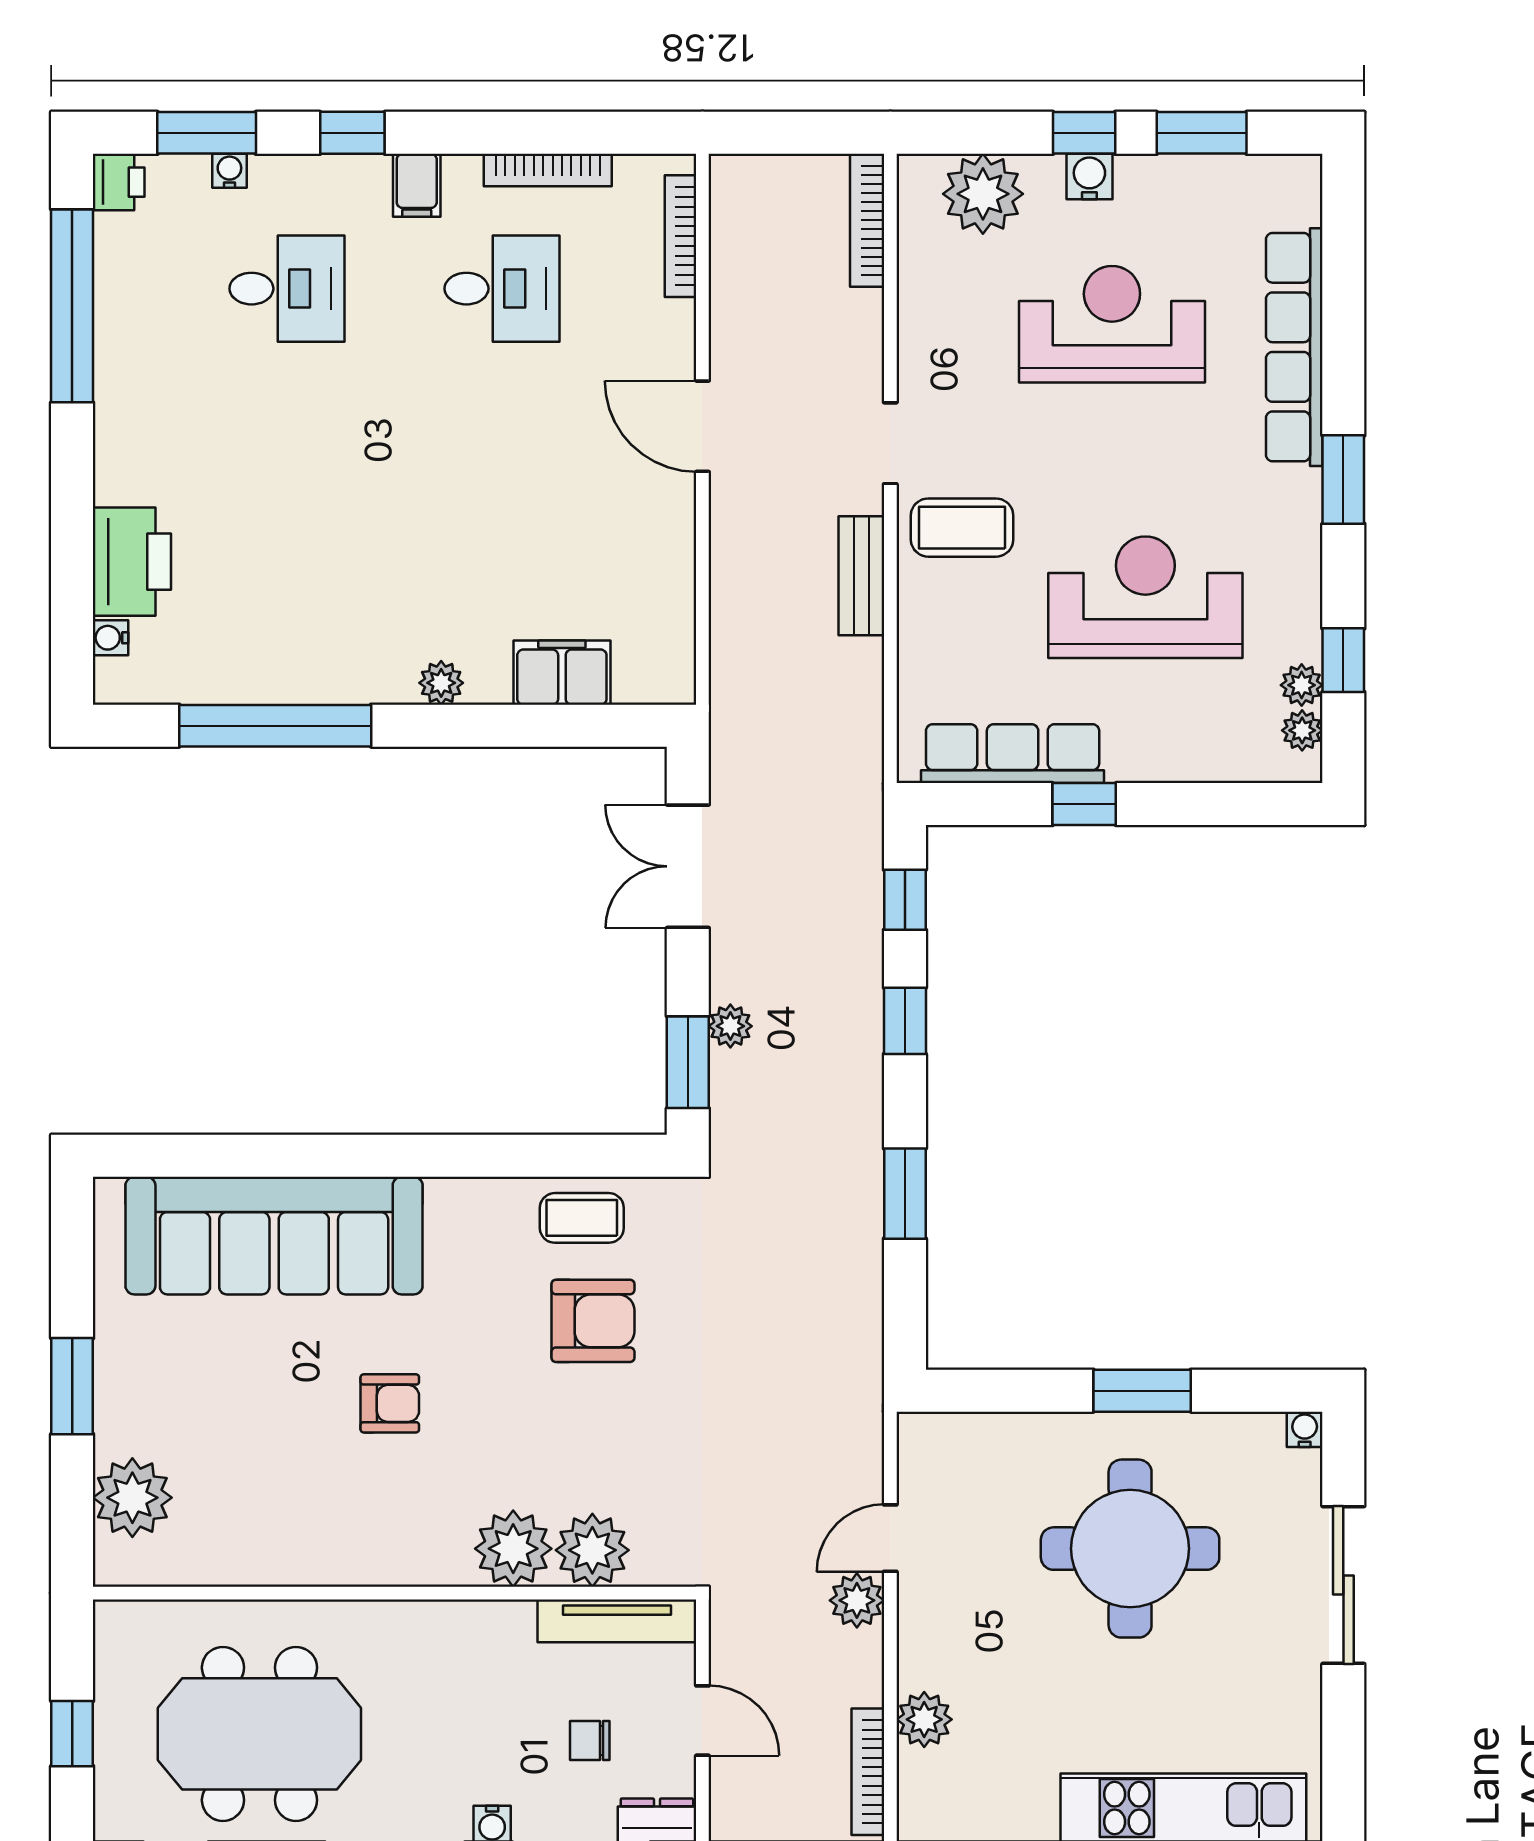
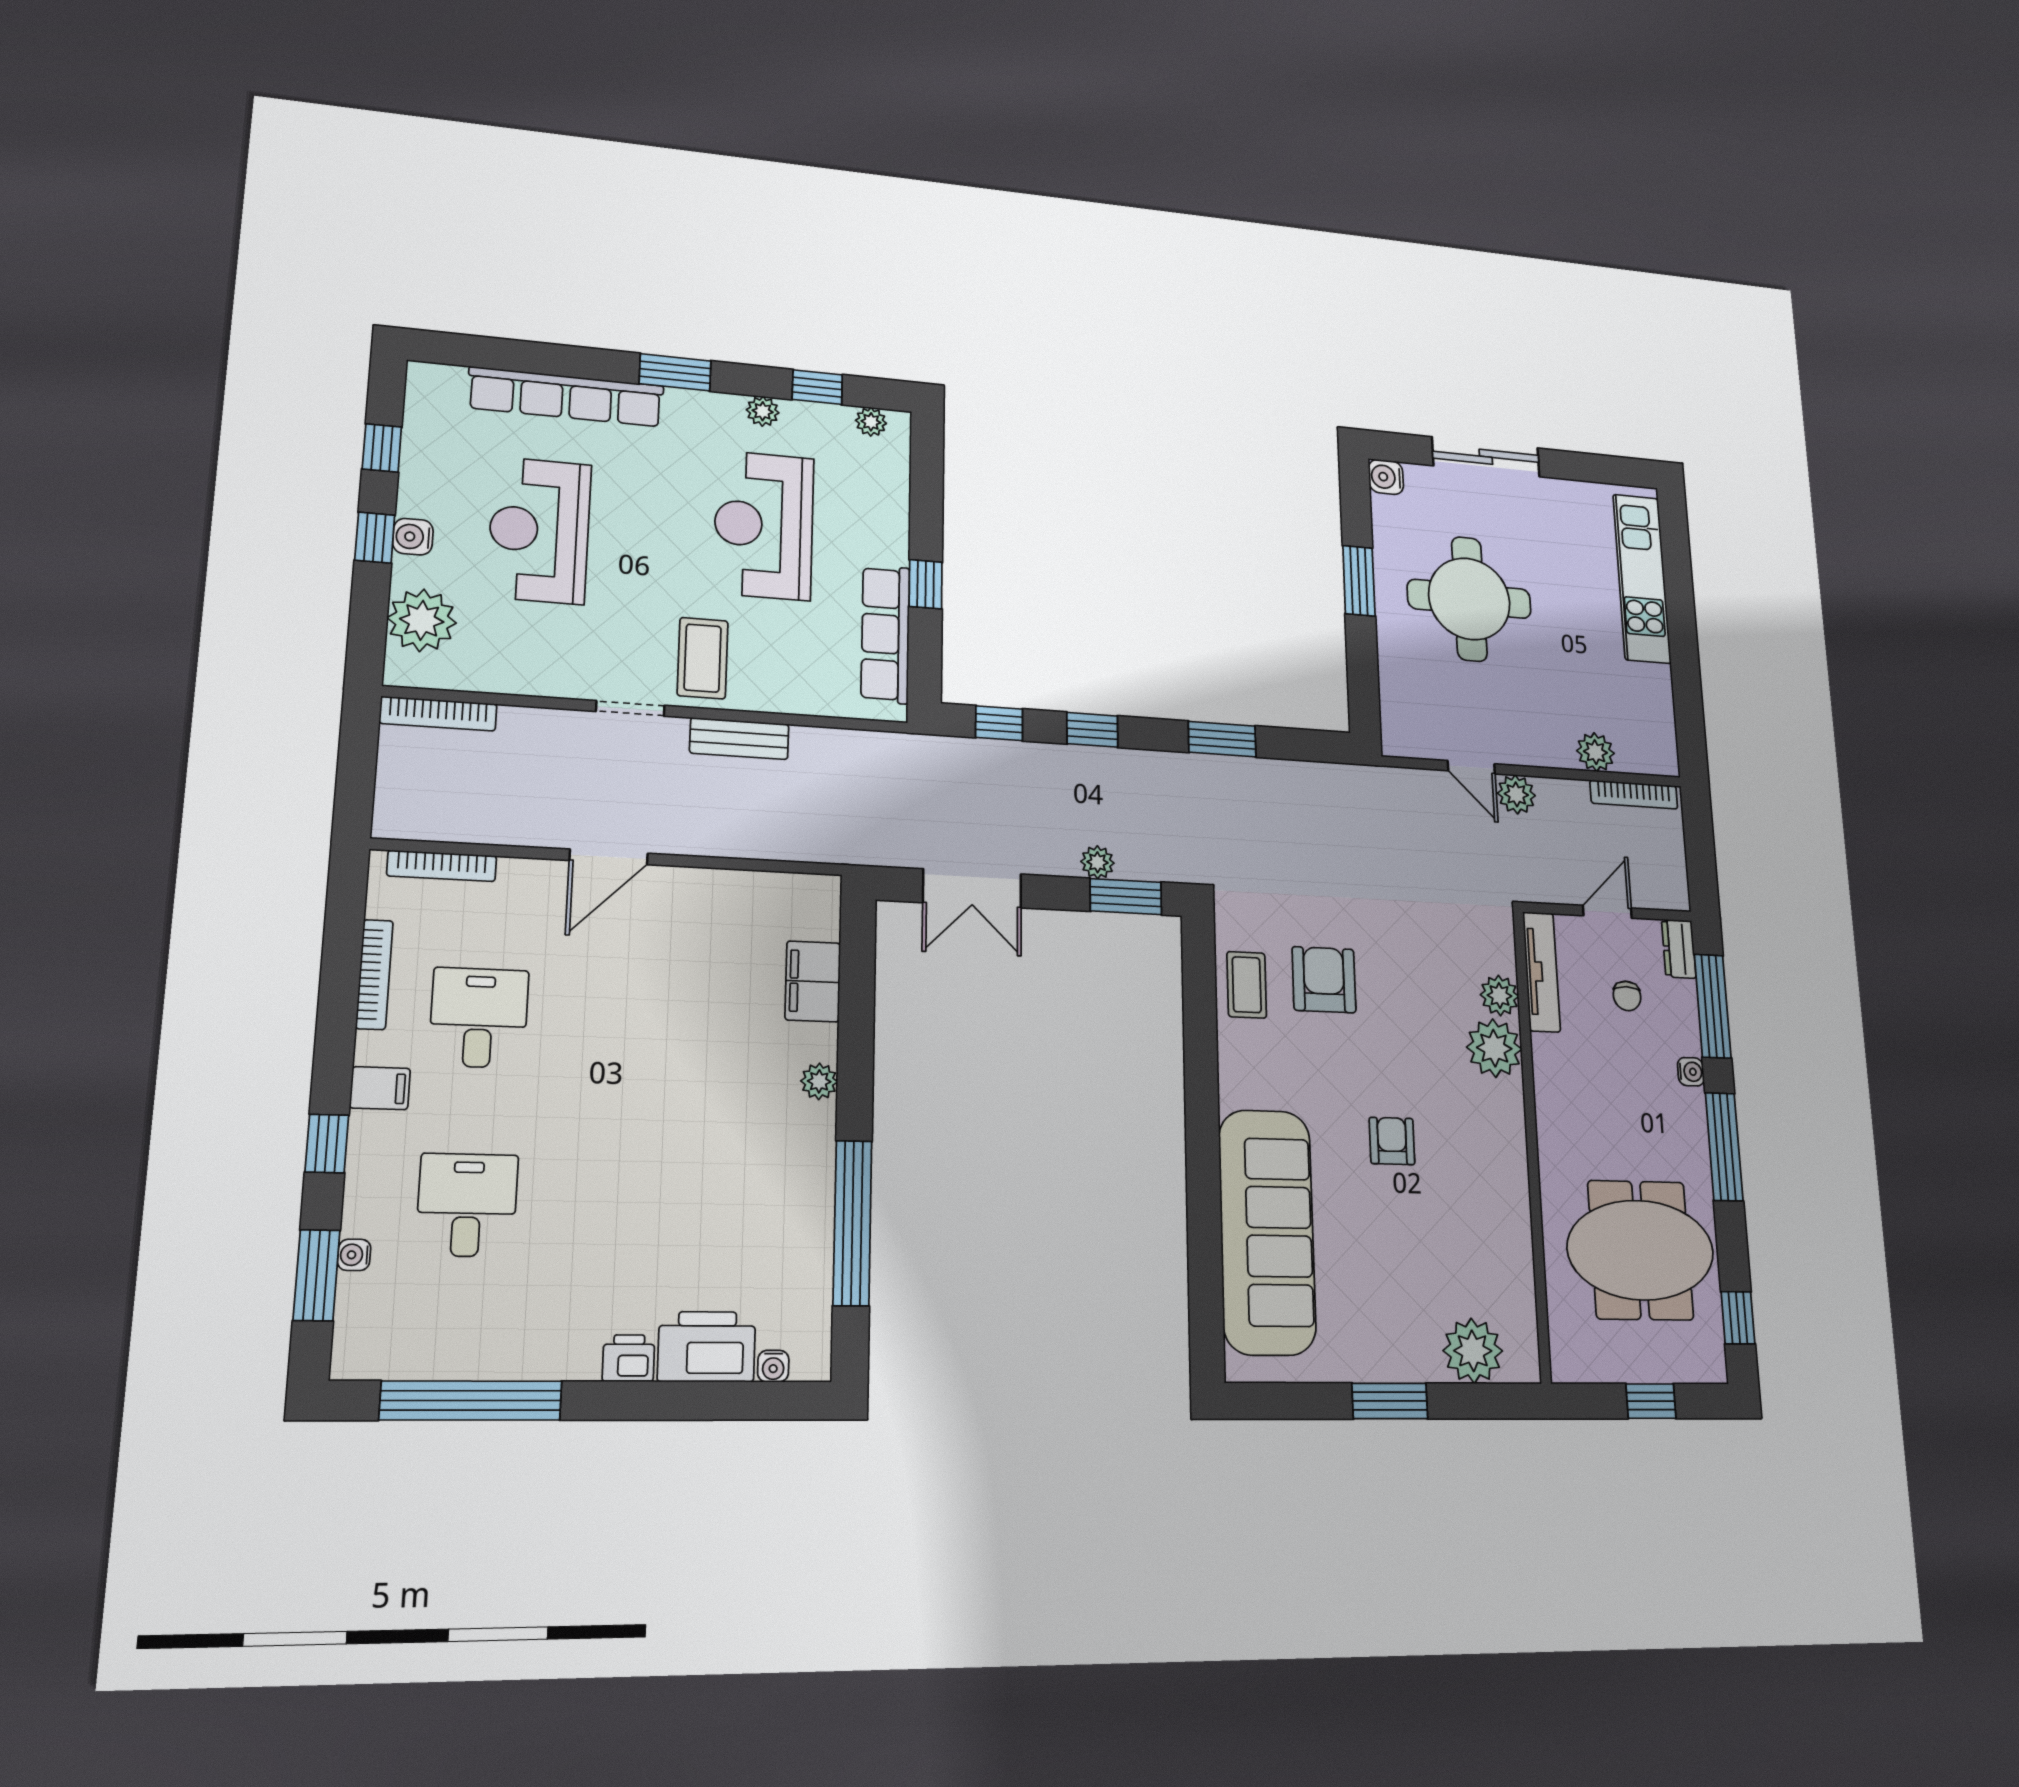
window: (1202, 133) -> (382, 448), width x0.67
printer: (119, 182) -> (629, 1358), moved
plant: (1302, 685) -> (763, 411), moved
water cooler: (1305, 1429) -> (1386, 477), width x1.38, depth x1.38
plant: (592, 1550) -> (1499, 996), width x0.73, depth x0.73
meeting table: (259, 1734) -> (1640, 1250), turned 90

